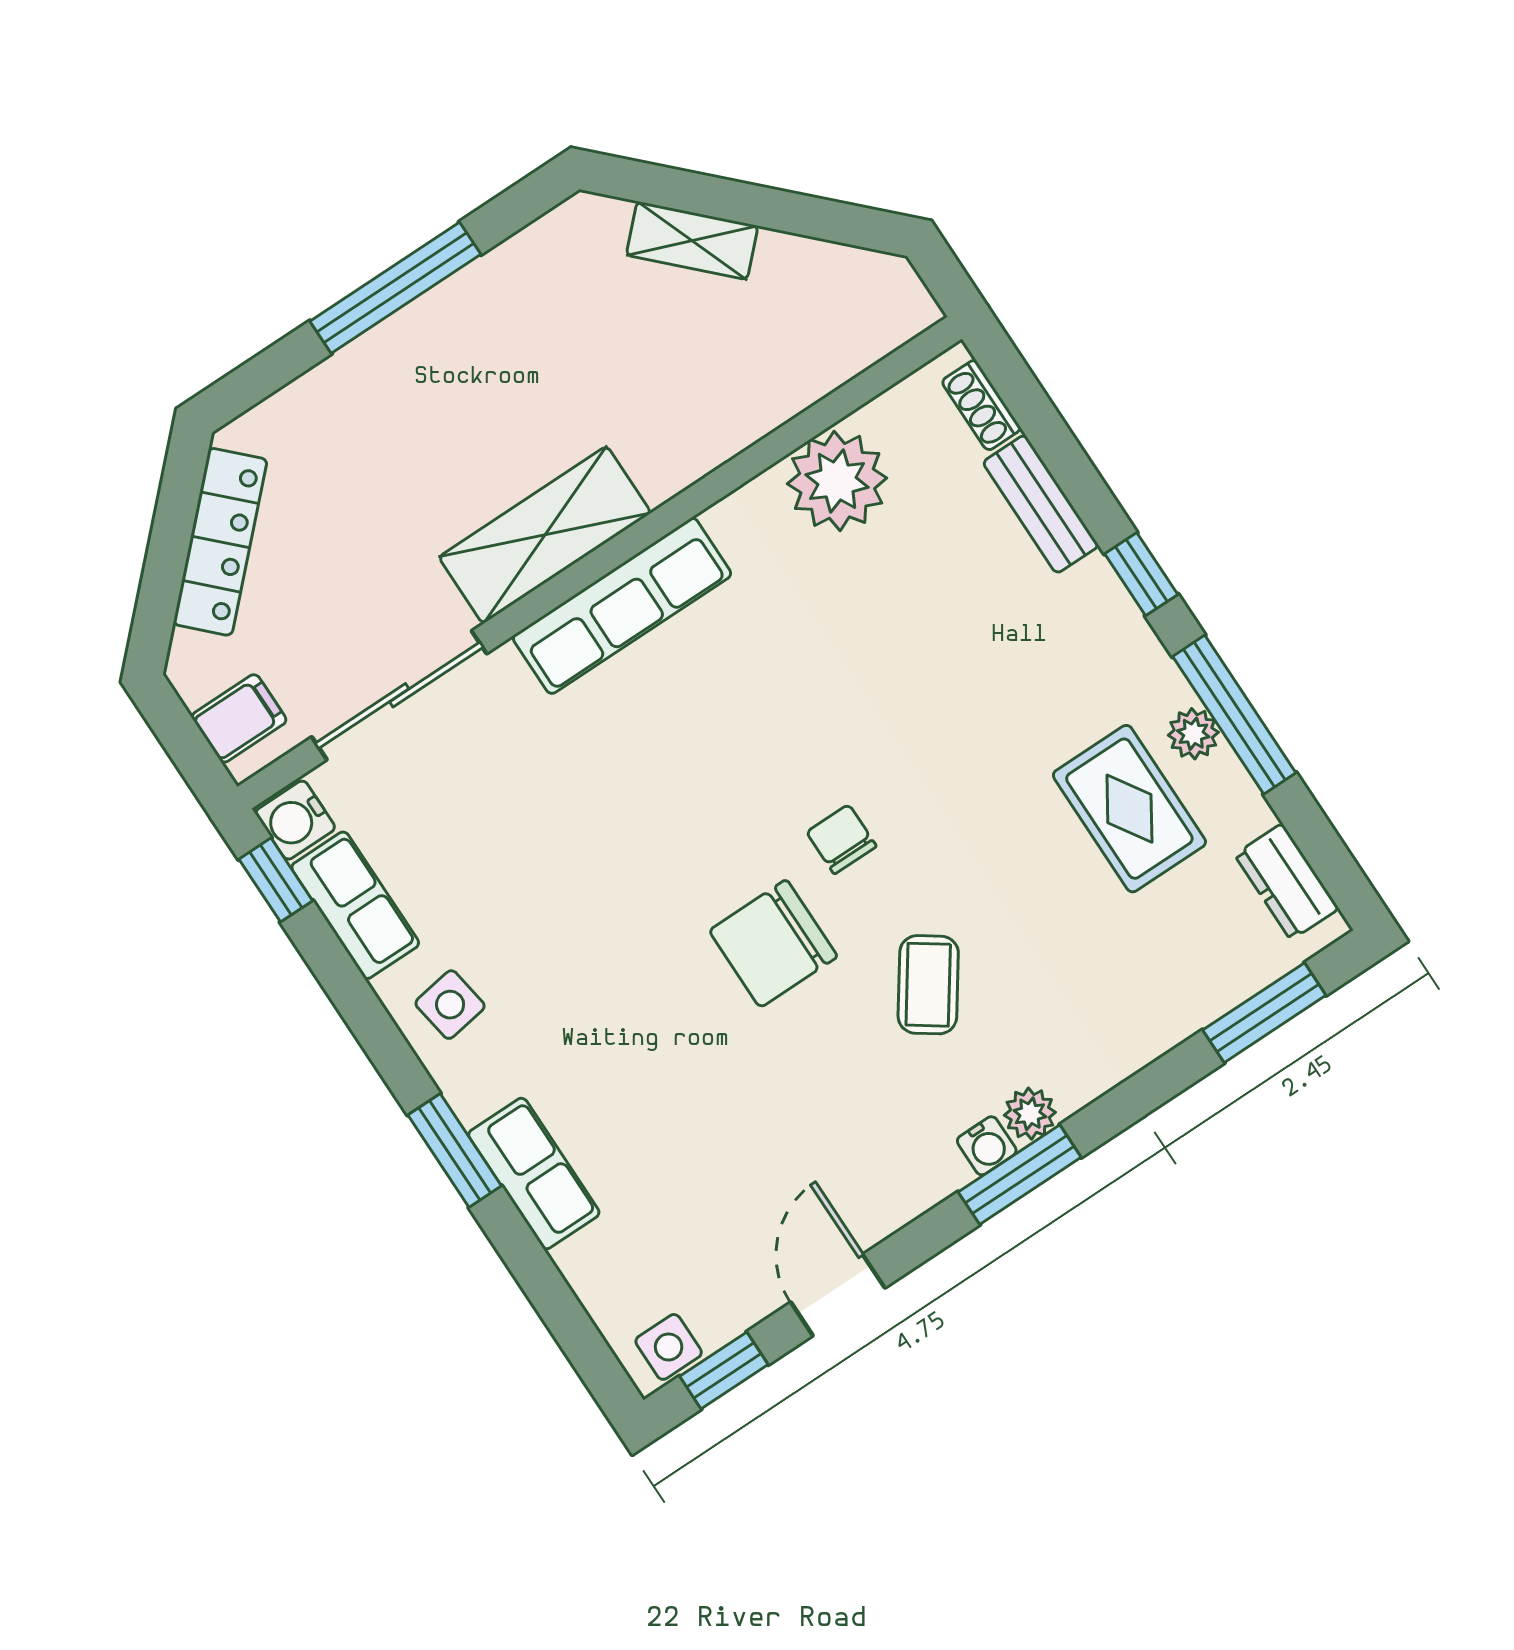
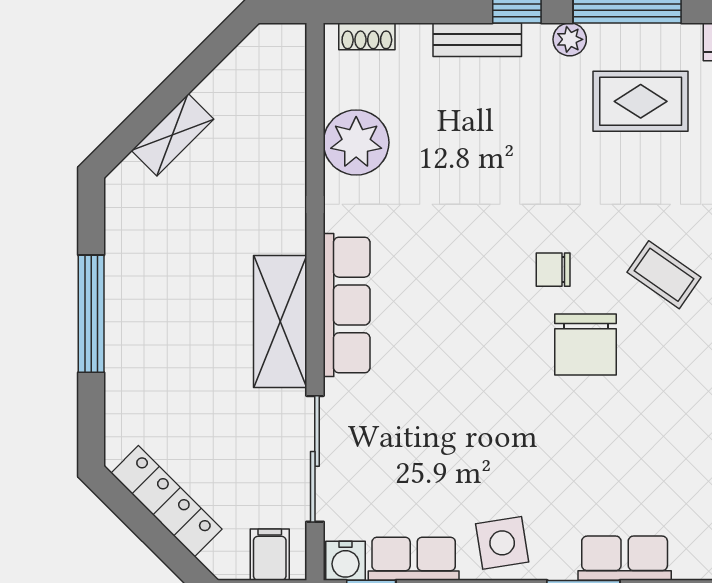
bench: (1041, 504) -> (477, 40), moved
plant: (1193, 734) -> (570, 39), moved
side table: (450, 1005) -> (502, 543), width x1.37, depth x1.37

